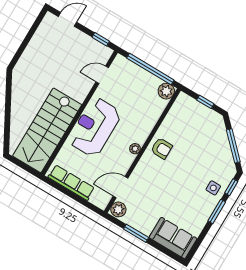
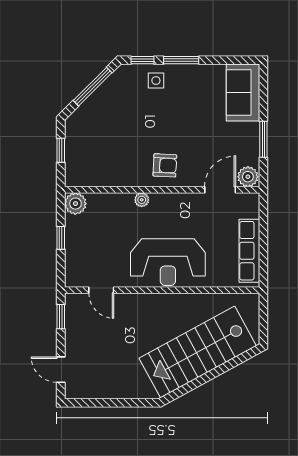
window: (150, 69) -> (61, 238), width x0.32
stairs: (47, 130) -> (198, 352), moved, turned 151
armchair: (162, 148) -> (165, 165), moved, turned 93
plant: (135, 149) -> (142, 200), moved
door: (121, 187) -> (220, 190), swing flipped

